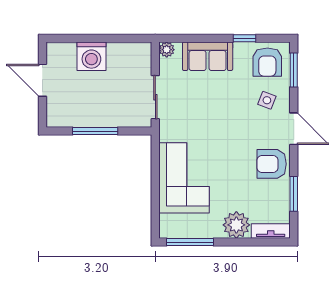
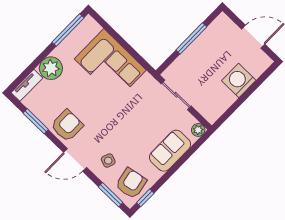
window: (244, 38) -> (145, 198), moved
armchair: (267, 62) -> (131, 183), turned 79

